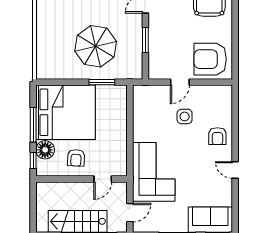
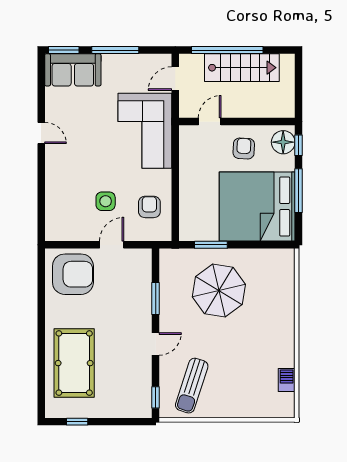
armchair: (217, 136) -> (149, 207), moved
floor lamp: (45, 150) -> (283, 142), moved

